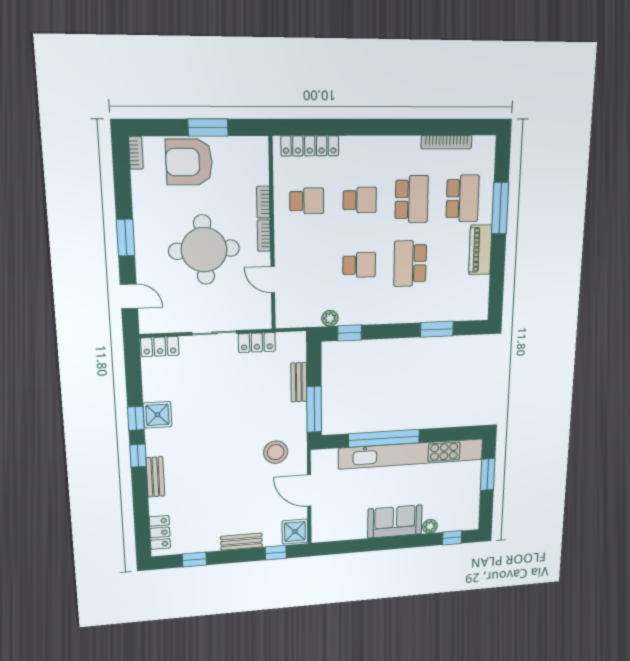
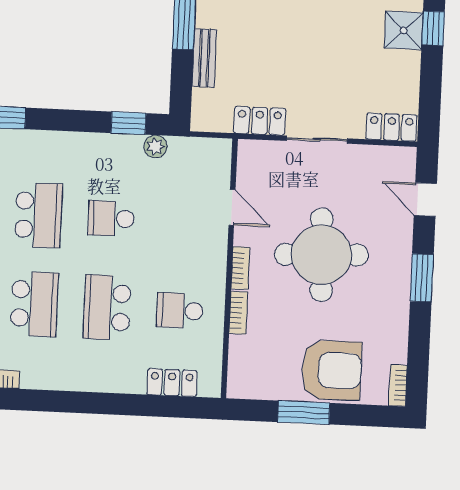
locker: (310, 146) -> (172, 383), width x0.66
school desk: (412, 199) -> (34, 304), turned 180
school desk: (360, 200) -> (107, 307), width x1.85

